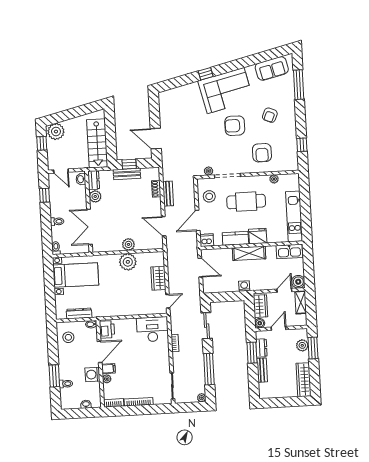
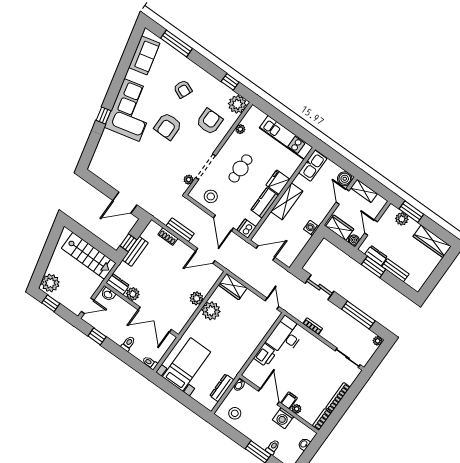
armchair: (262, 153) -> (210, 122), turned -90
plant: (290, 163) -> (237, 104), added
cafe table: (246, 202) -> (240, 168), width x0.73, depth x0.74
wardrobe: (158, 278) -> (233, 286), moved
printer: (107, 329) -> (265, 355), moved, turned 90

